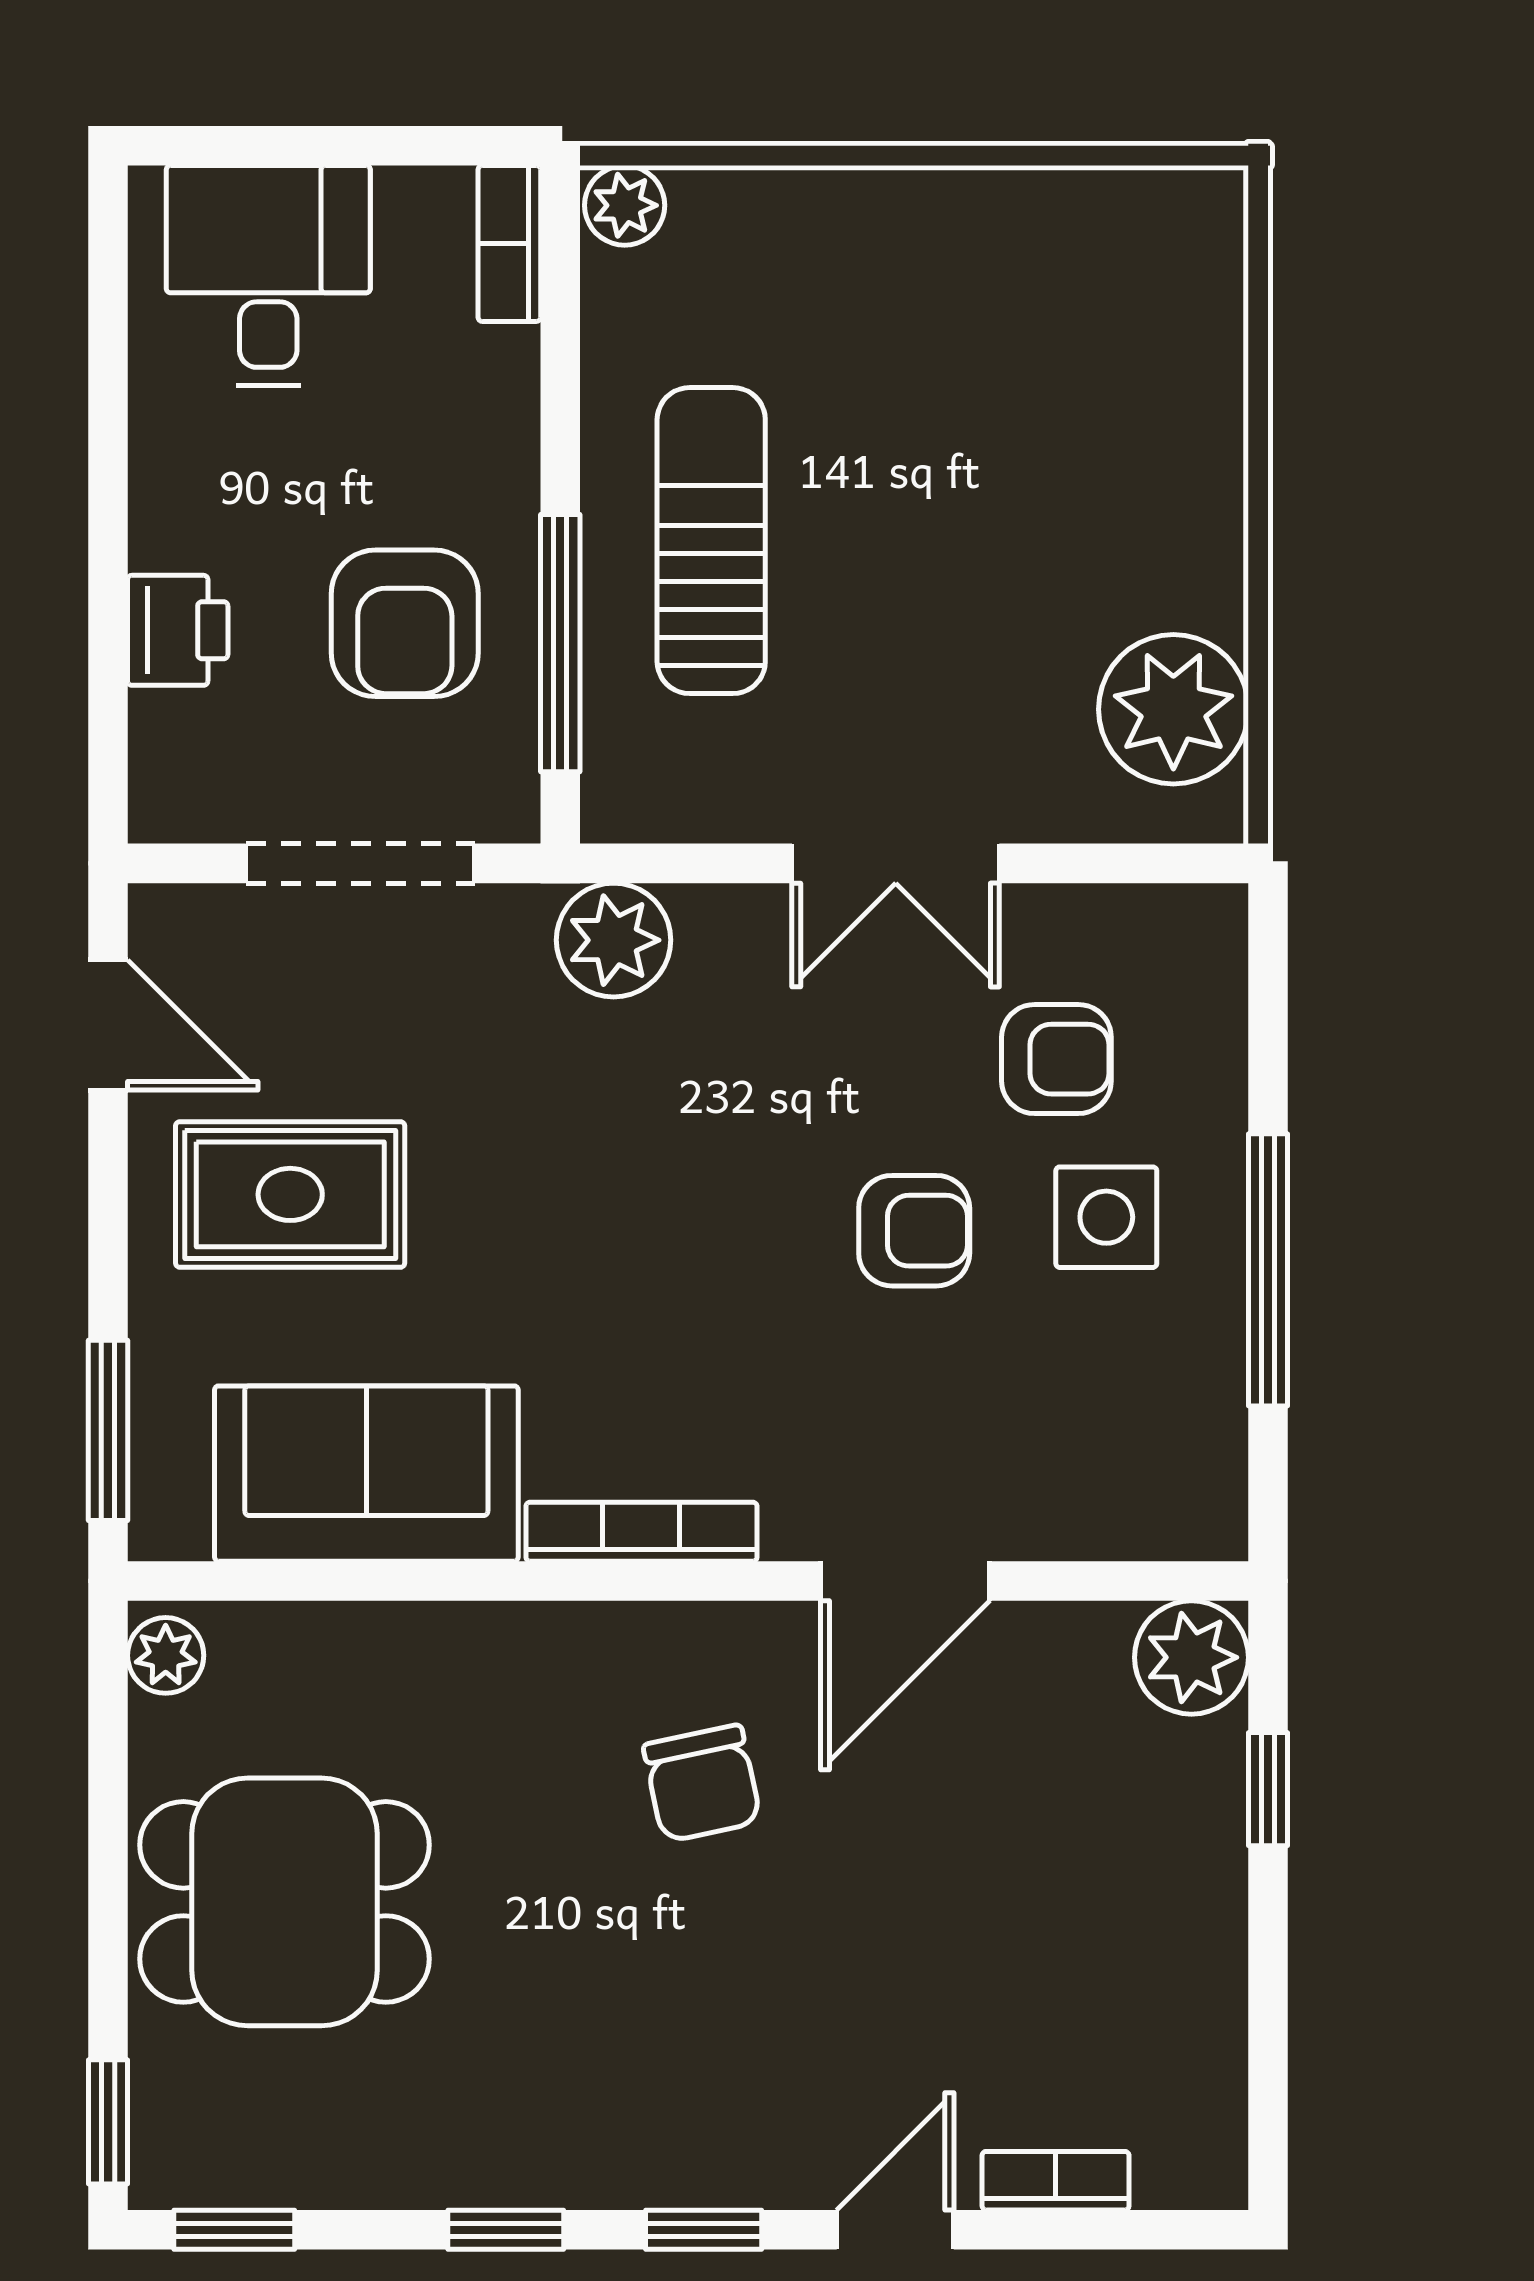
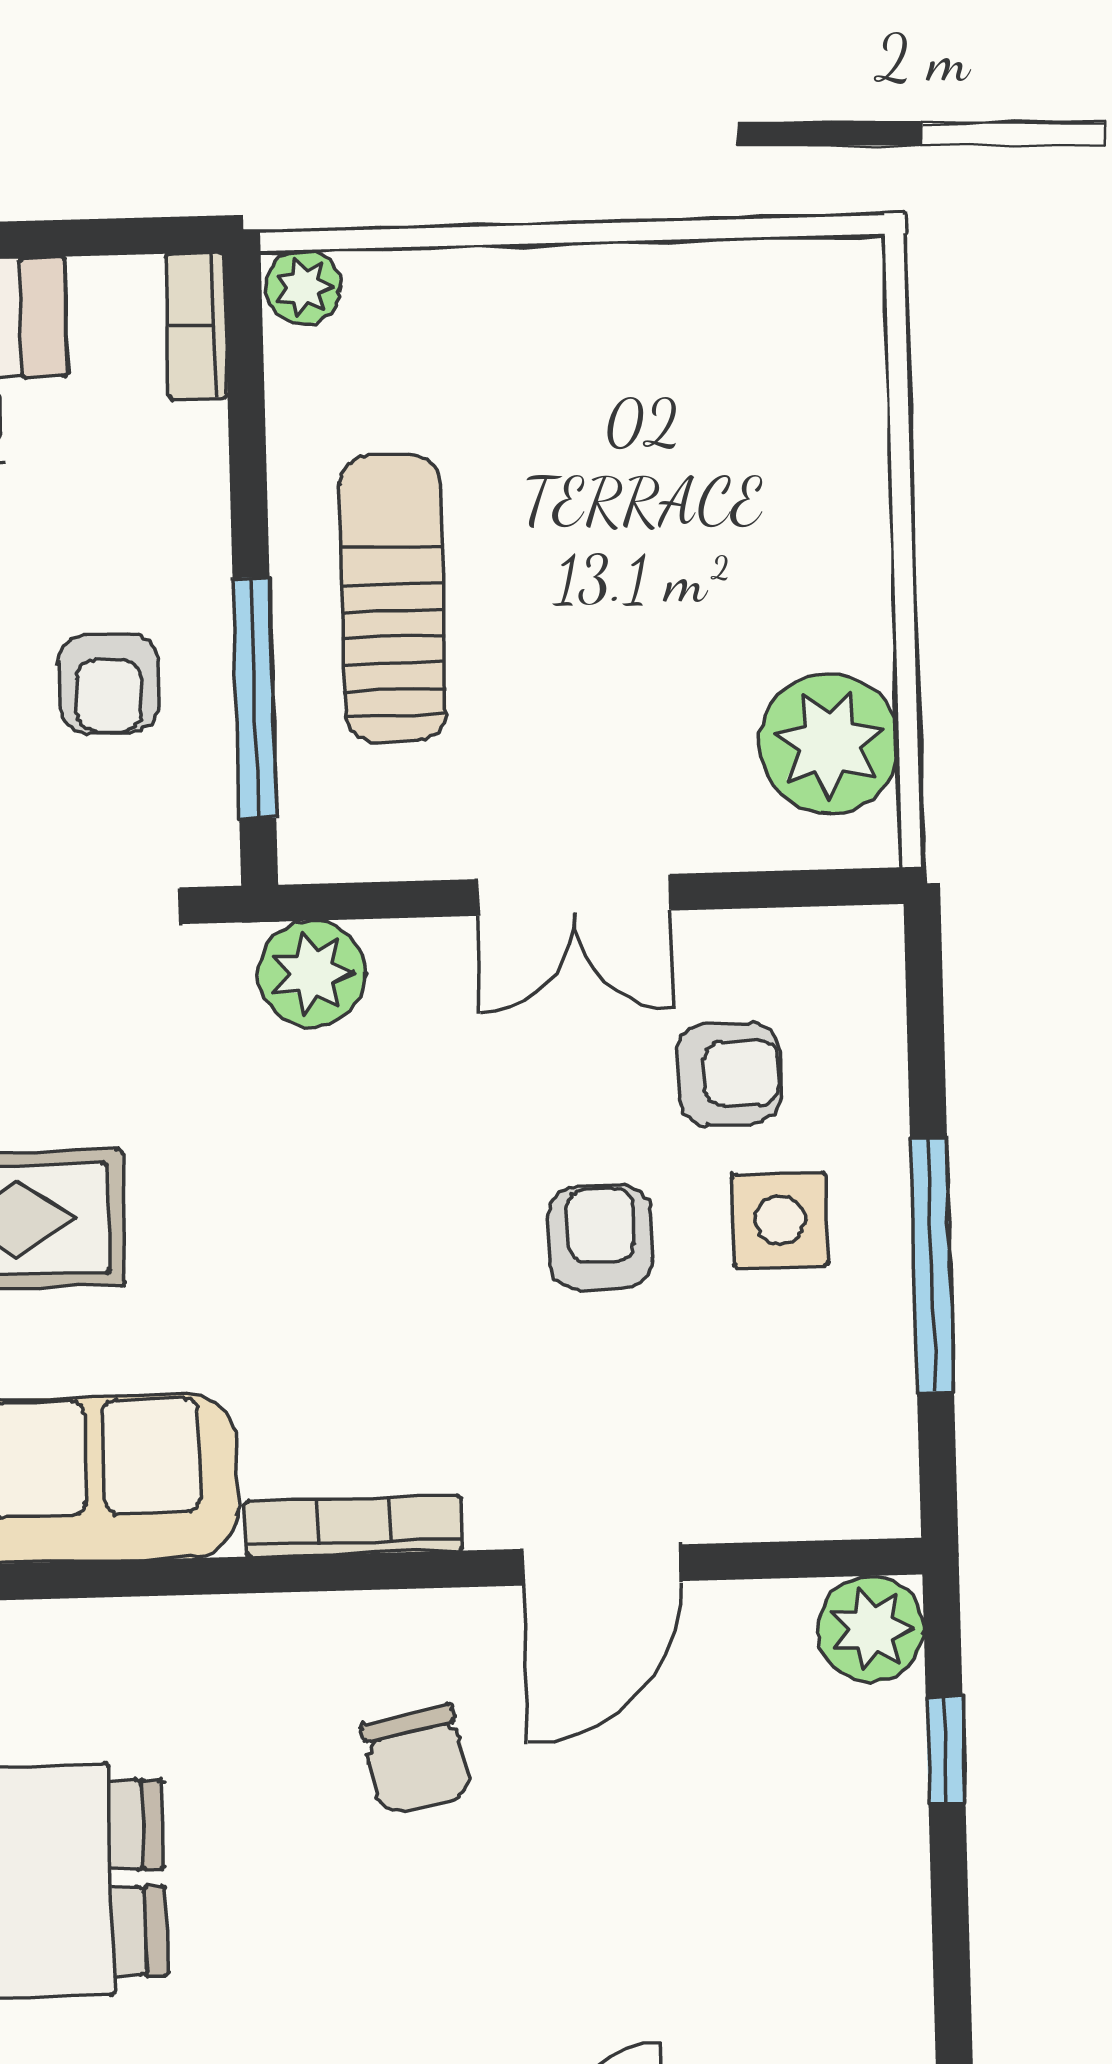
armchair: (405, 623) -> (109, 683), width x0.72, depth x0.72
armchair: (914, 1231) -> (601, 1238), turned -90

